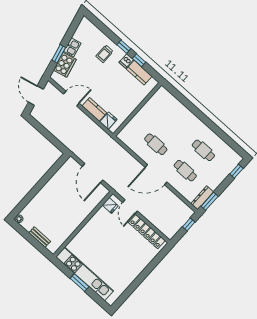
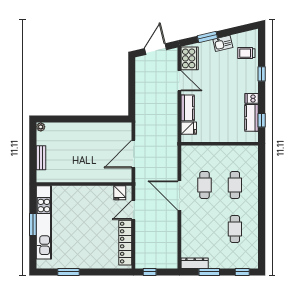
window: (124, 47) -> (262, 74), moved
trolley: (105, 54) -> (246, 53), moved
window: (139, 60) -> (262, 120), moved
cooker: (65, 65) -> (190, 58), moved, turned -77
cafe table: (185, 171) -> (235, 185), moved
door: (156, 175) -> (179, 195), moved
window: (210, 201) -> (209, 272), moved
window: (189, 224) -> (150, 272), moved
window: (132, 287) -> (69, 272), added

